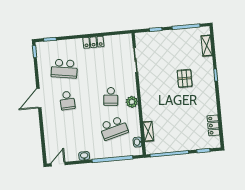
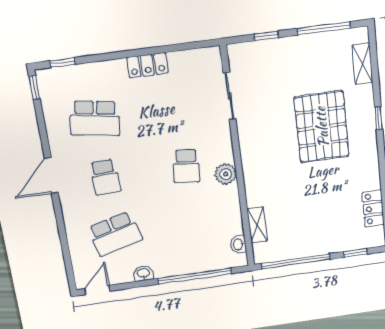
pallet: (185, 78) -> (322, 127), width x2.05, depth x2.00
school desk: (114, 128) -> (115, 234), moved

